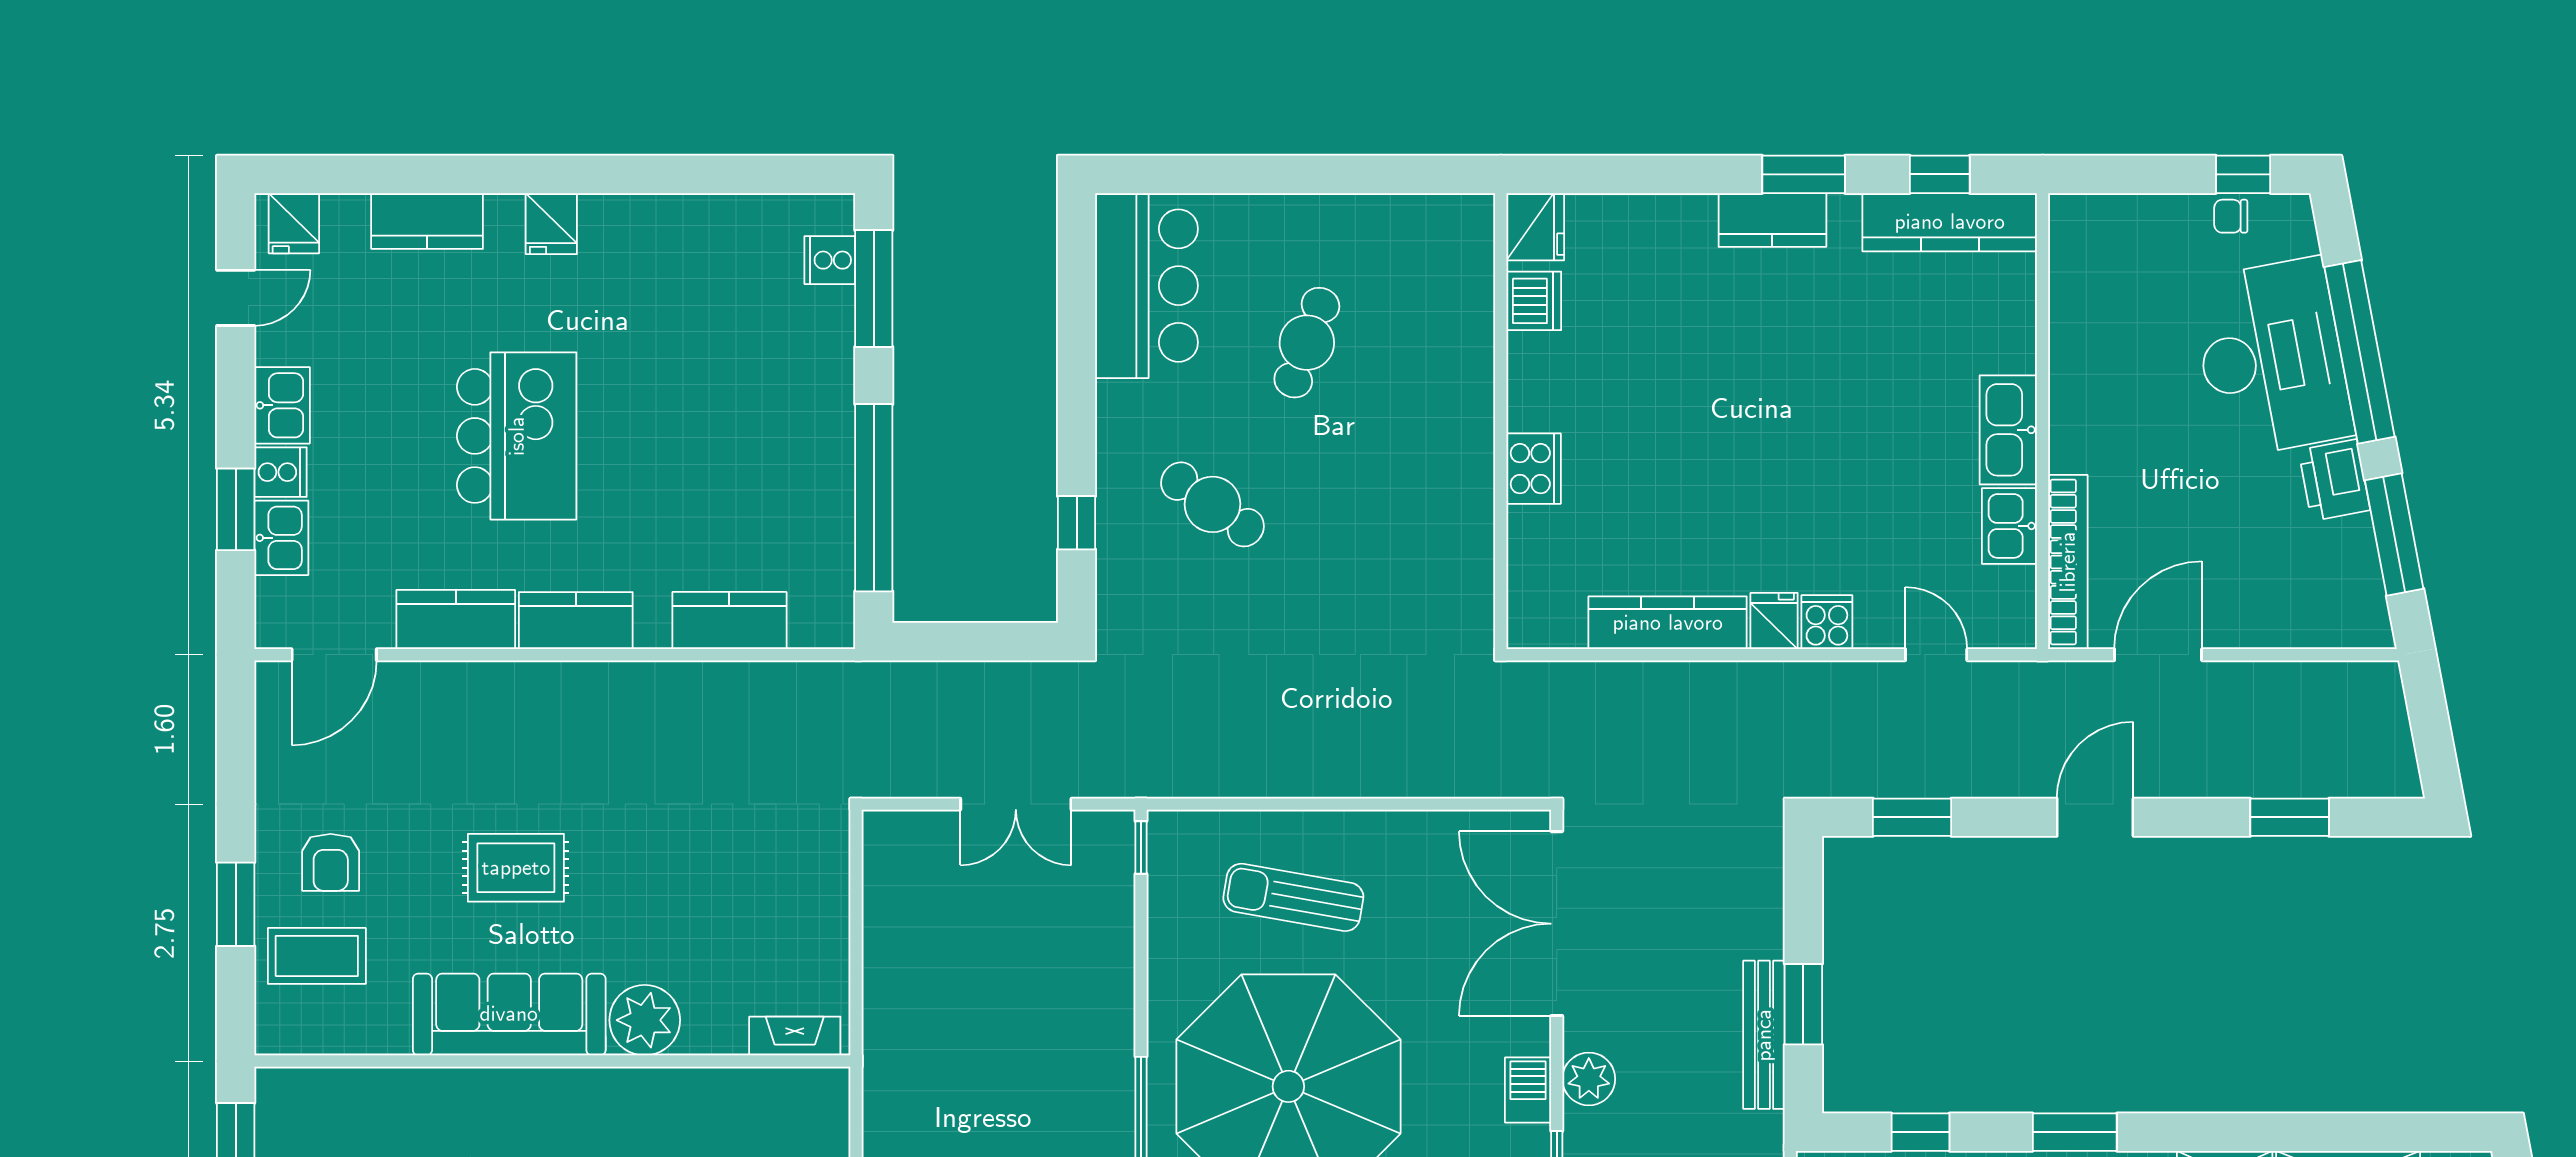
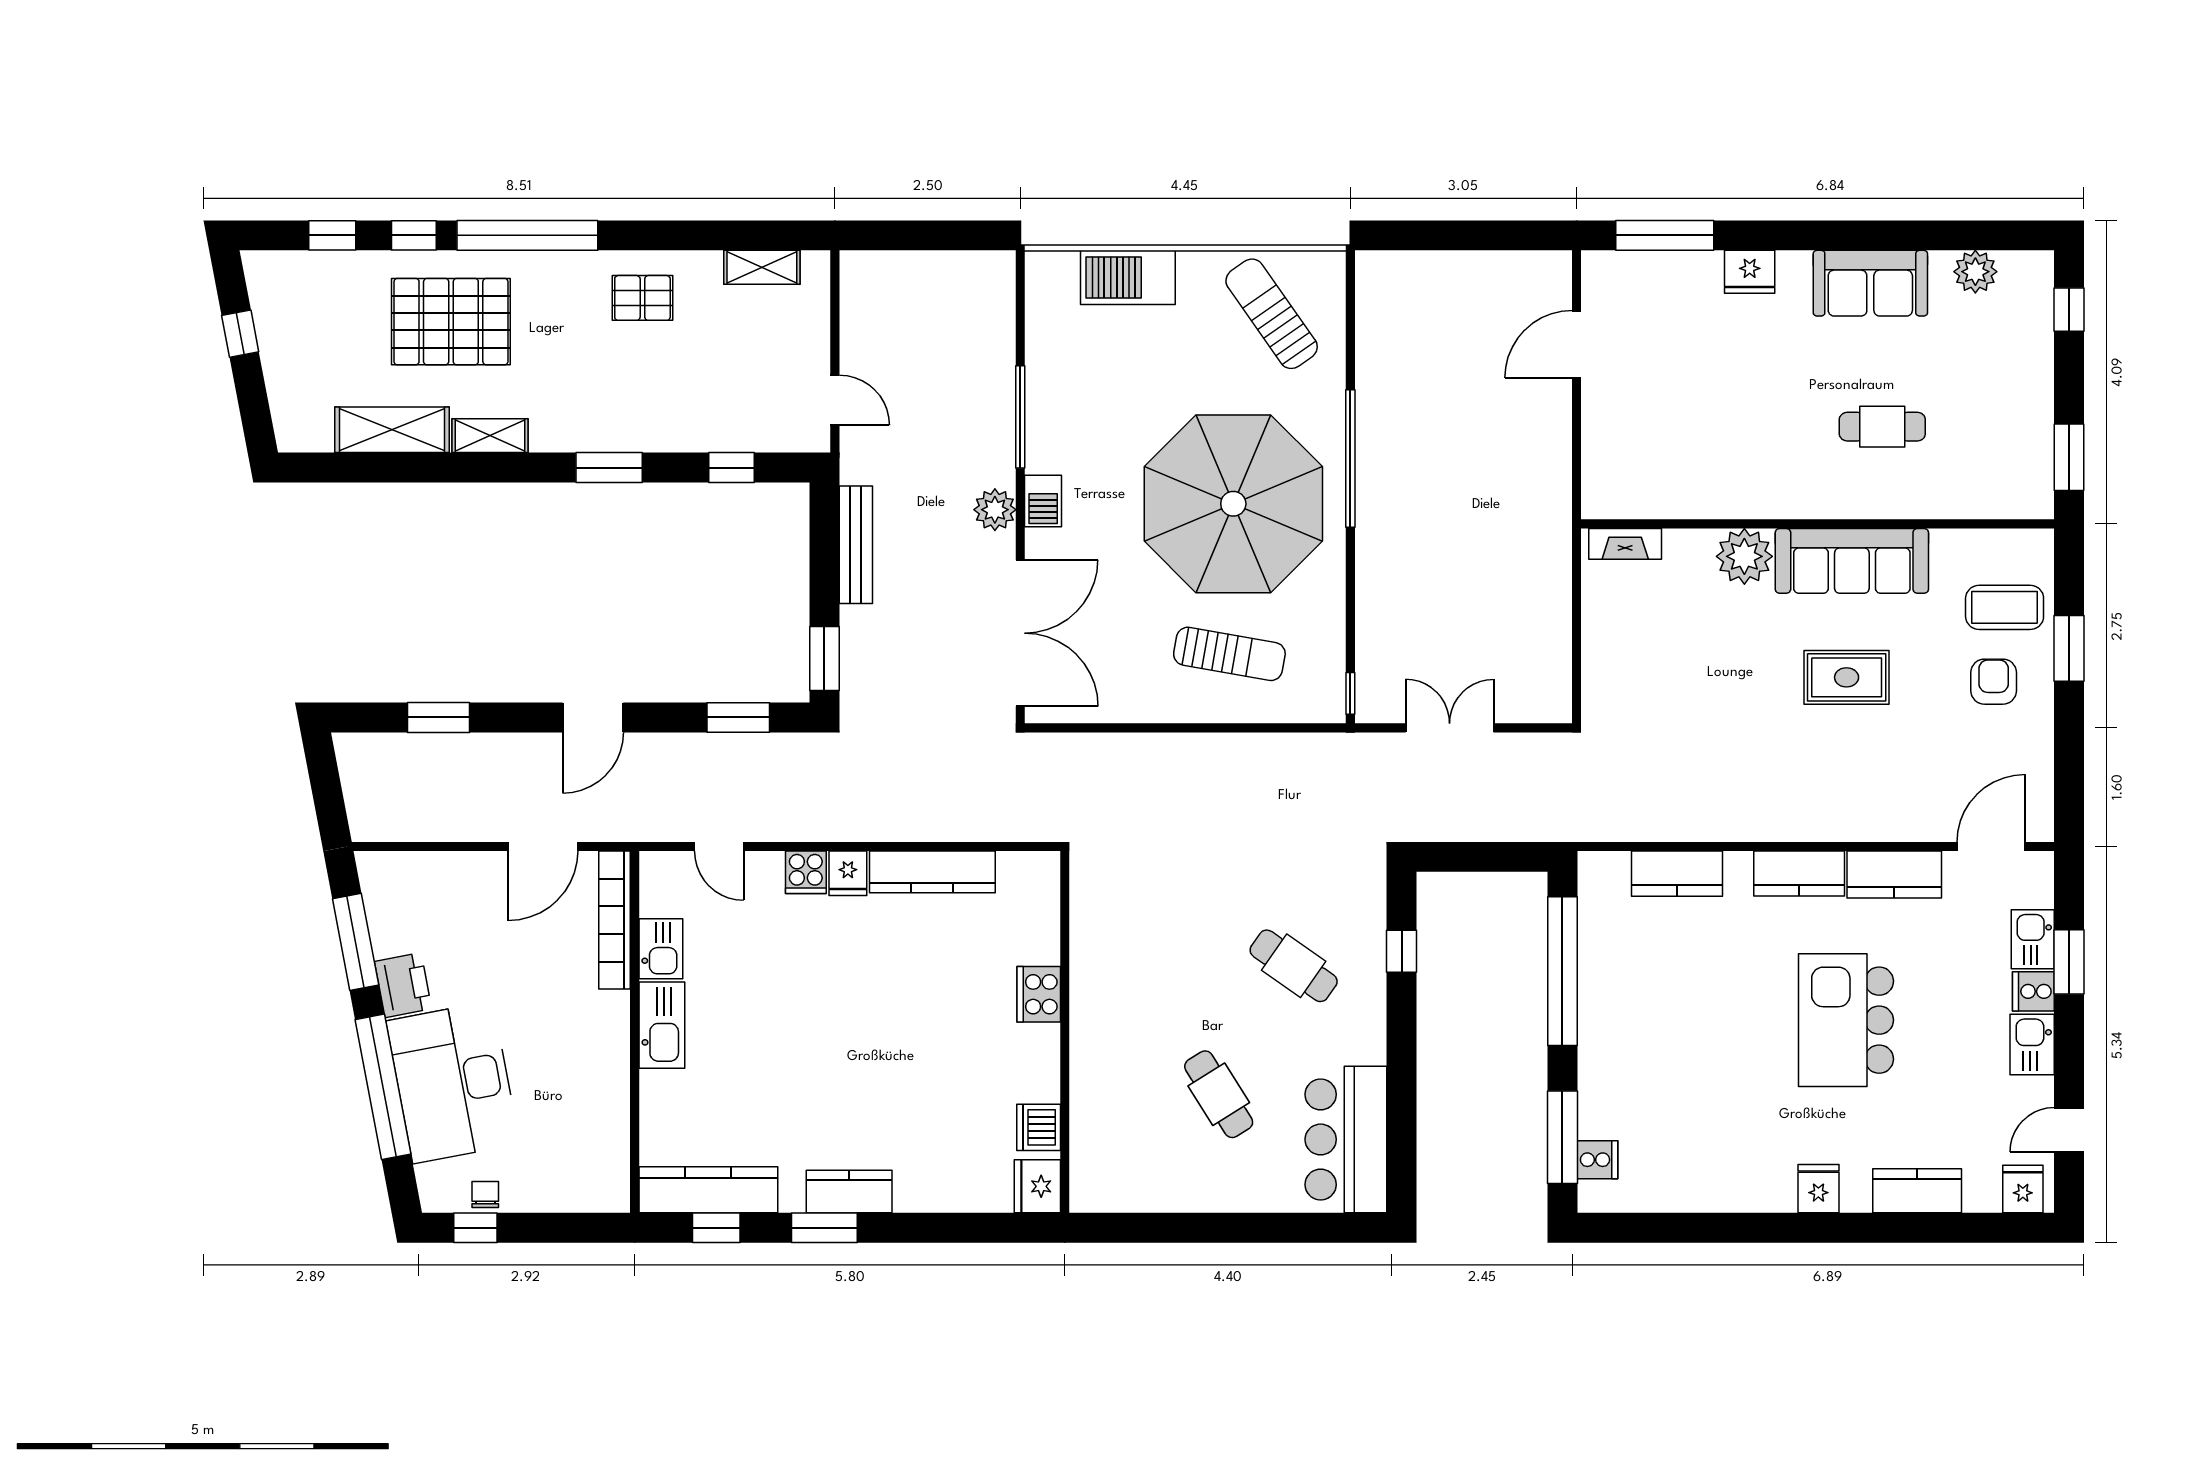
chair: (2231, 216) -> (485, 1195), turned -90
cafe table: (1307, 343) -> (1219, 1094), turned -52
window: (1803, 1004) -> (824, 659), moved

